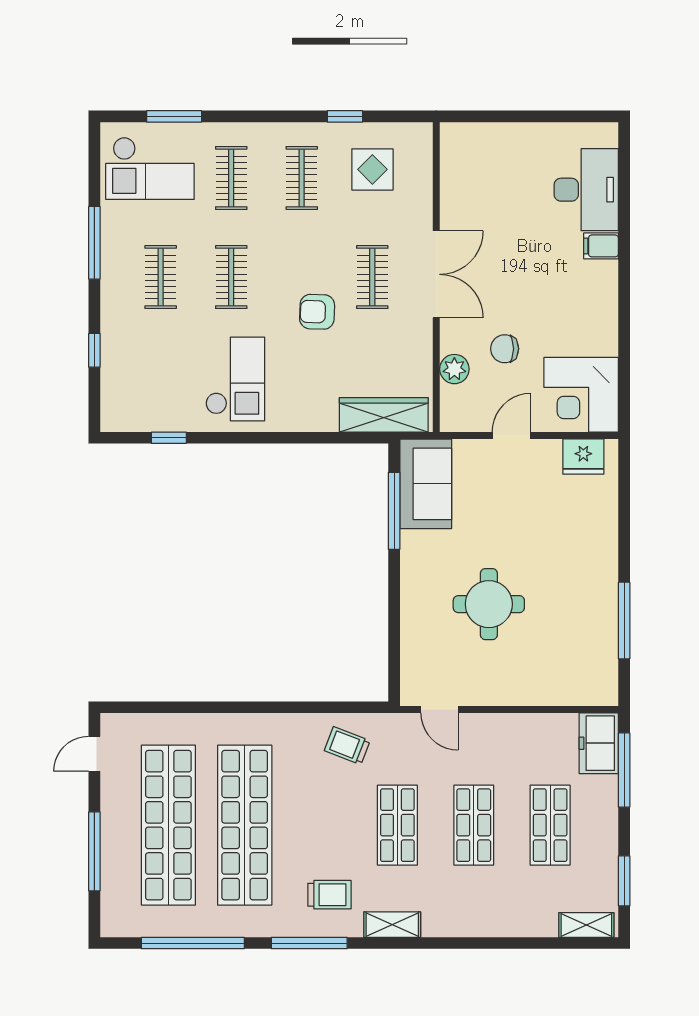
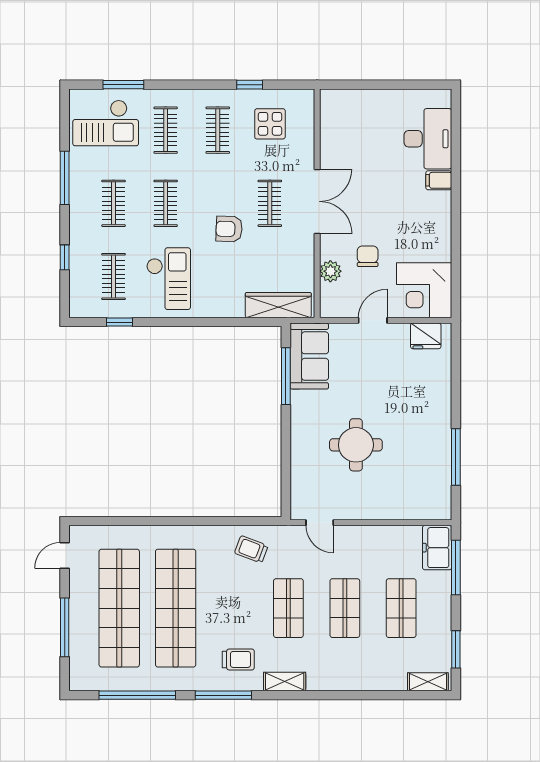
chair: (505, 349) -> (368, 256), turned 90
clothes rail: (161, 376) -> (114, 277), added

